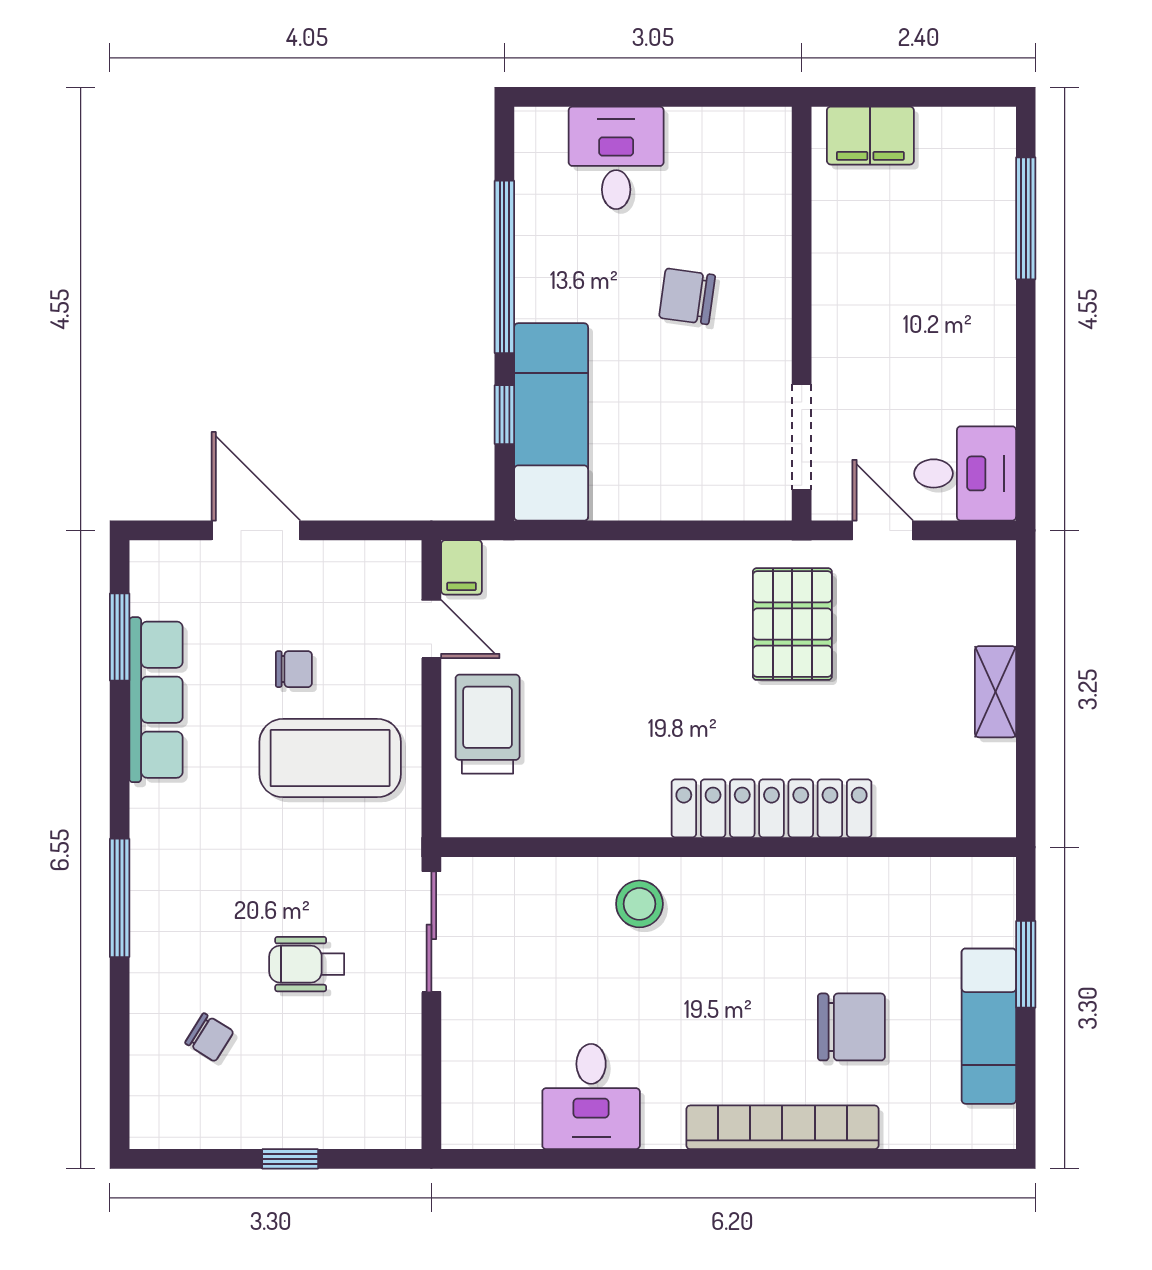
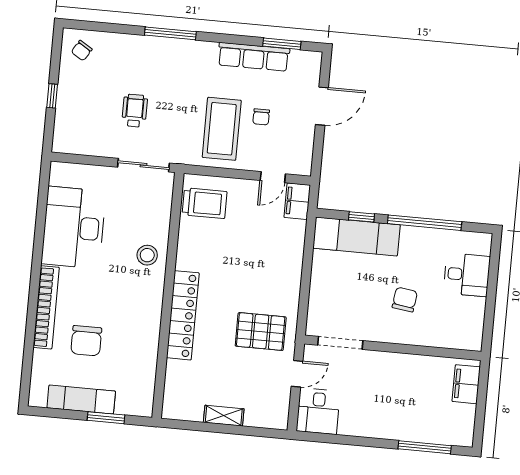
filing cabinet: (462, 567) -> (297, 201), width x2.00
trolley: (488, 724) -> (205, 203), moved
chair: (209, 1037) -> (82, 51), moved
desk: (591, 1097) -> (74, 227), width x1.87, depth x1.30

